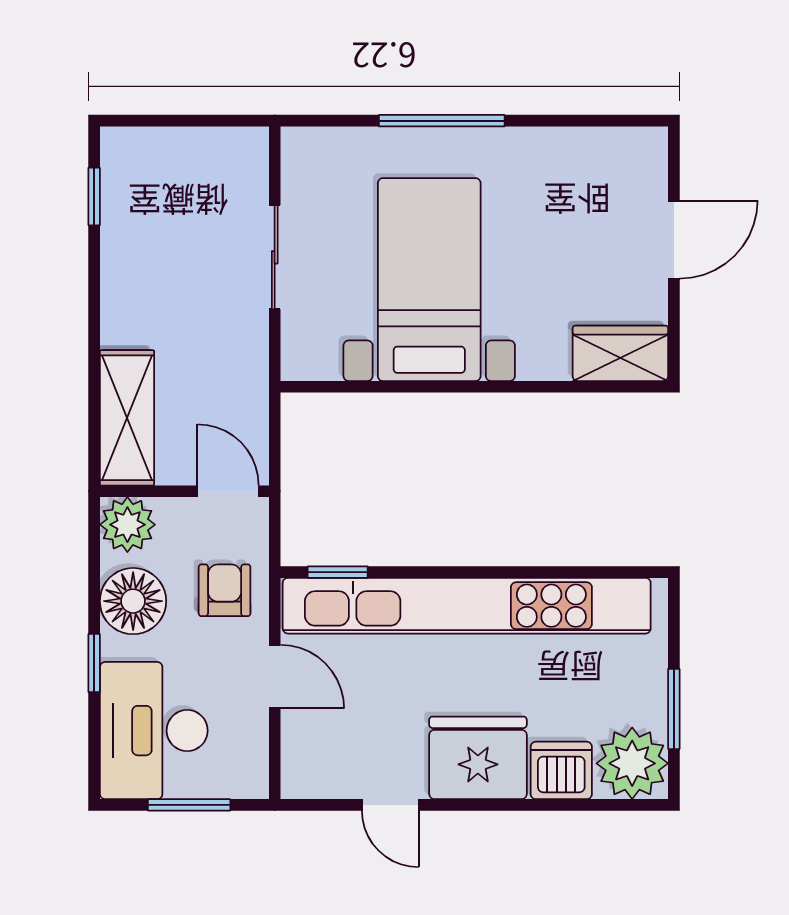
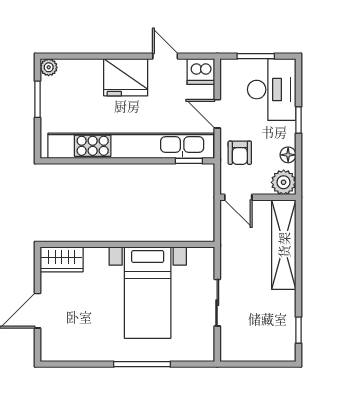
shelving: (127, 418) -> (284, 245), width x1.47
floor lamp: (133, 601) -> (288, 155), width x0.53, depth x0.53
plant: (632, 763) -> (49, 67), width x0.53, depth x0.53
dishwasher: (561, 770) -> (201, 72), moved

